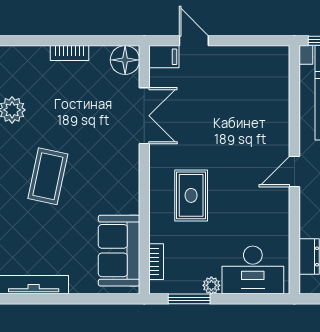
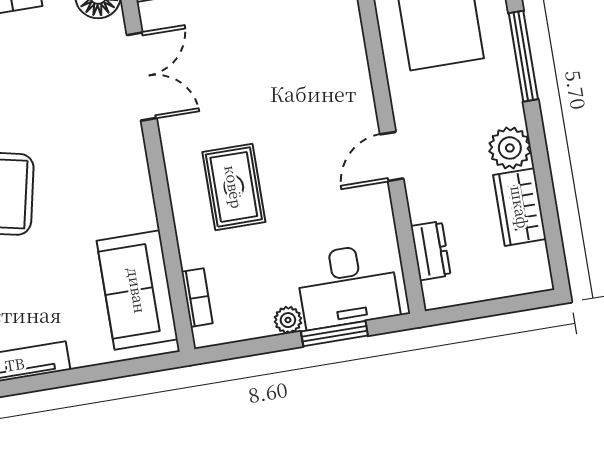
door: (294, 171) -> (392, 156), moved
window: (189, 299) -> (334, 334), moved

